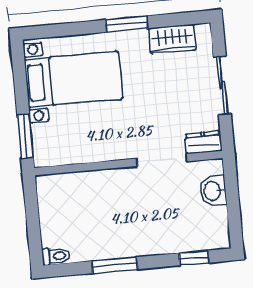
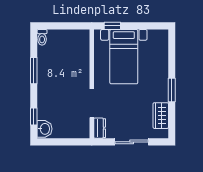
bed with nightstands: (73, 79) -> (124, 57), moved
window: (25, 136) -> (112, 26), width x0.67
washbasin: (213, 191) -> (45, 129), moved, turned 90

